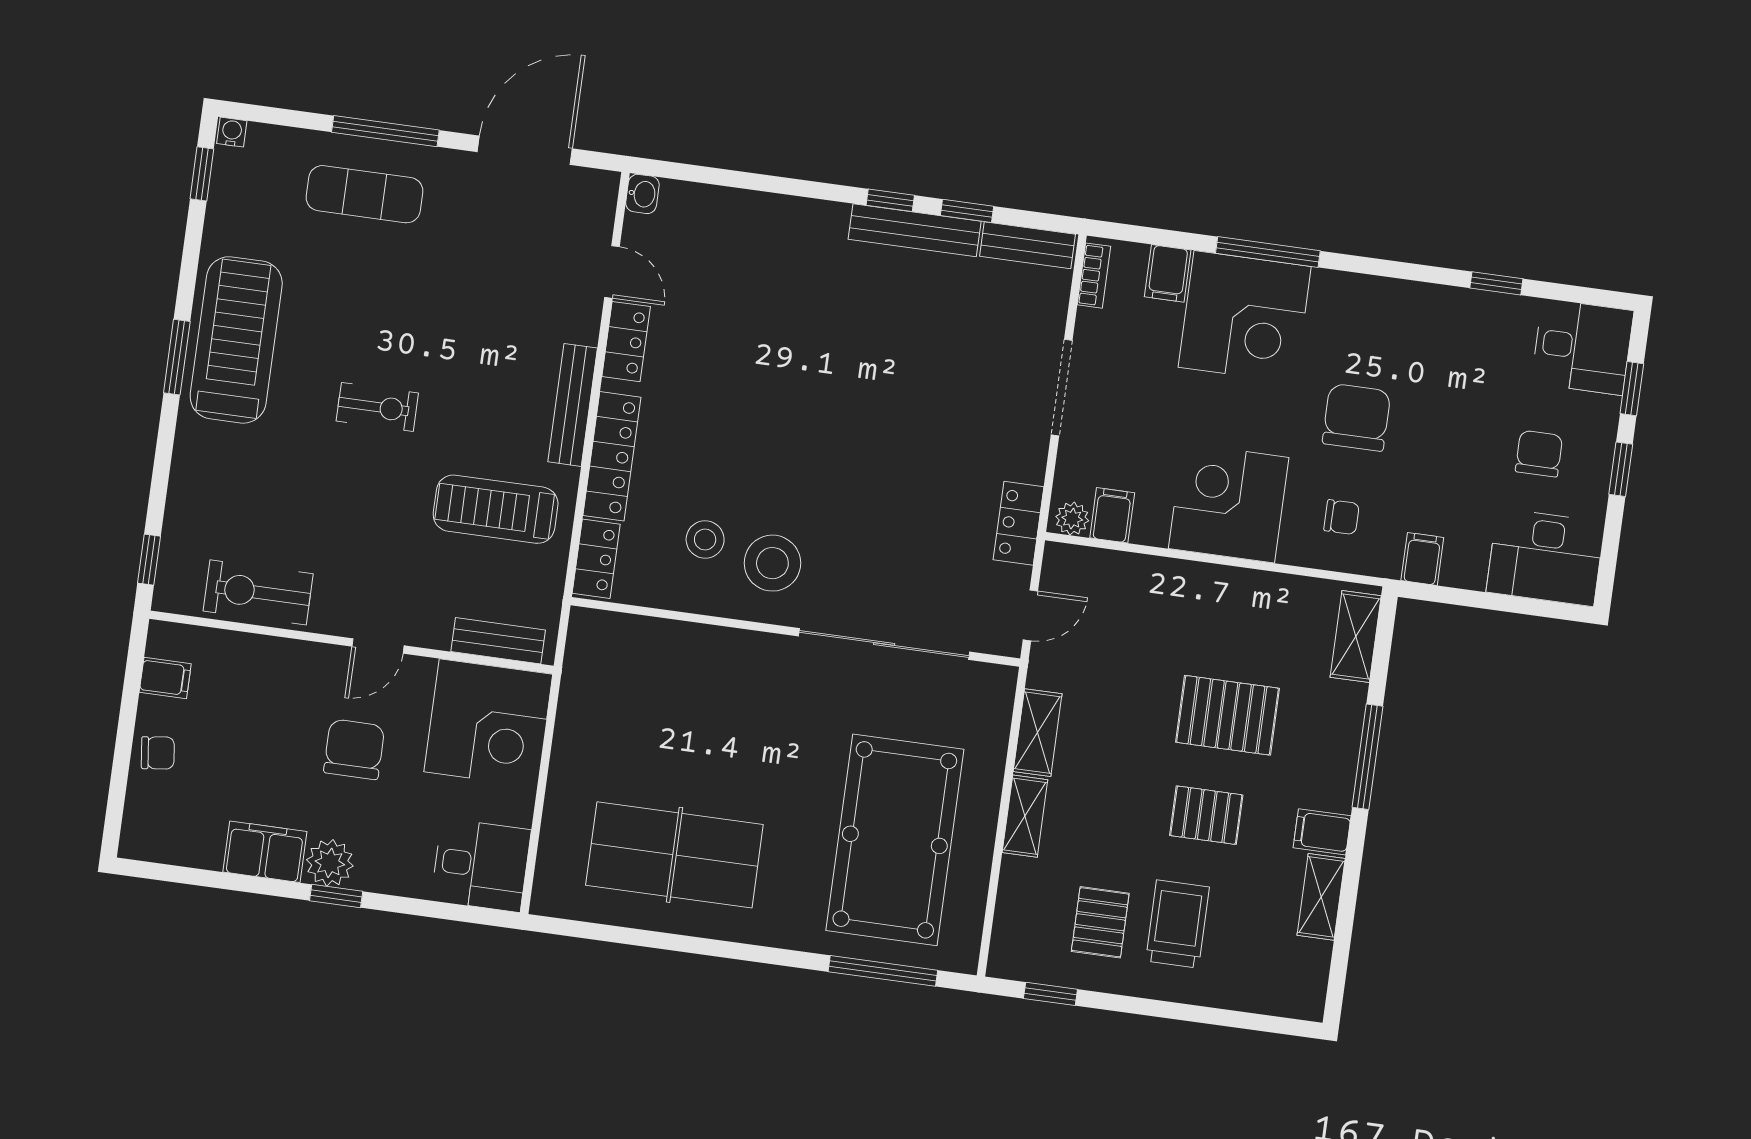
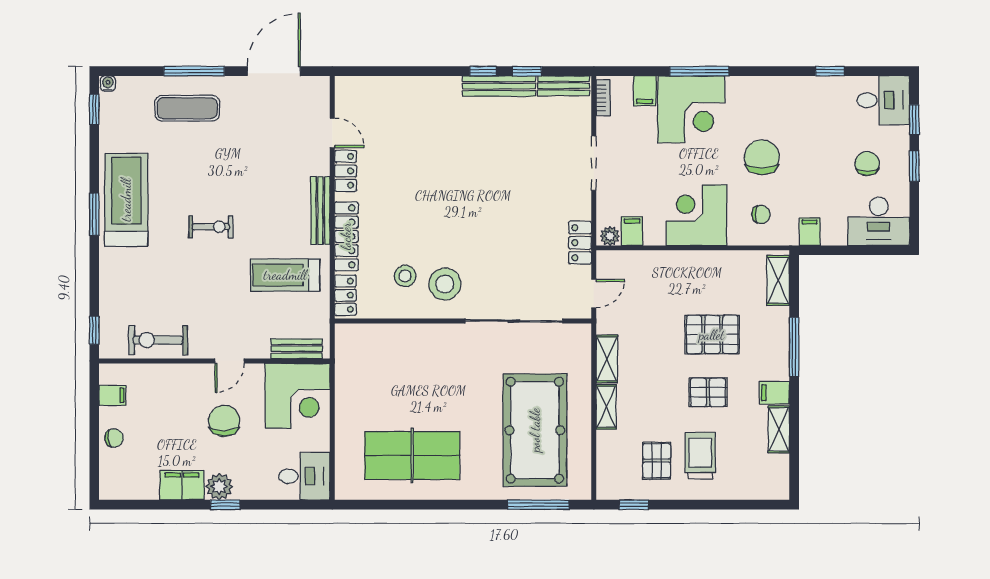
washbasin: (642, 194) -> (343, 87), removed

